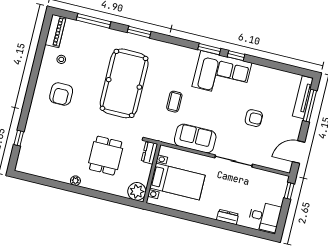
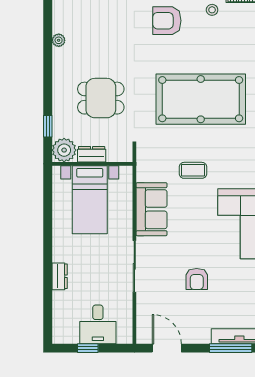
dresser: (149, 153) -> (92, 154), moved
plant: (75, 181) -> (59, 40), moved
window: (289, 191) -> (88, 348), moved
window: (117, 199) -> (48, 126), added
desk: (265, 217) -> (98, 324), moved

